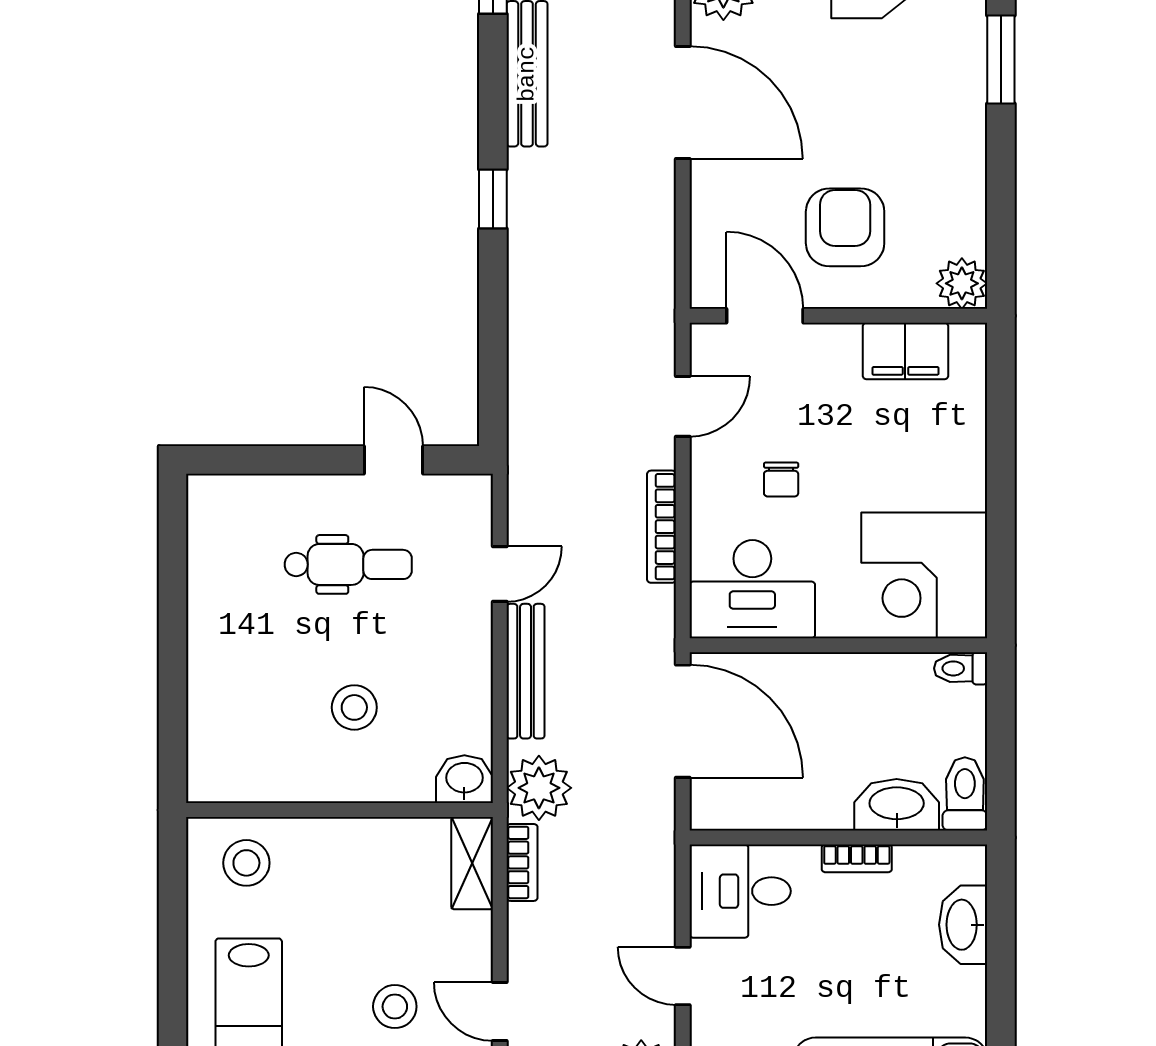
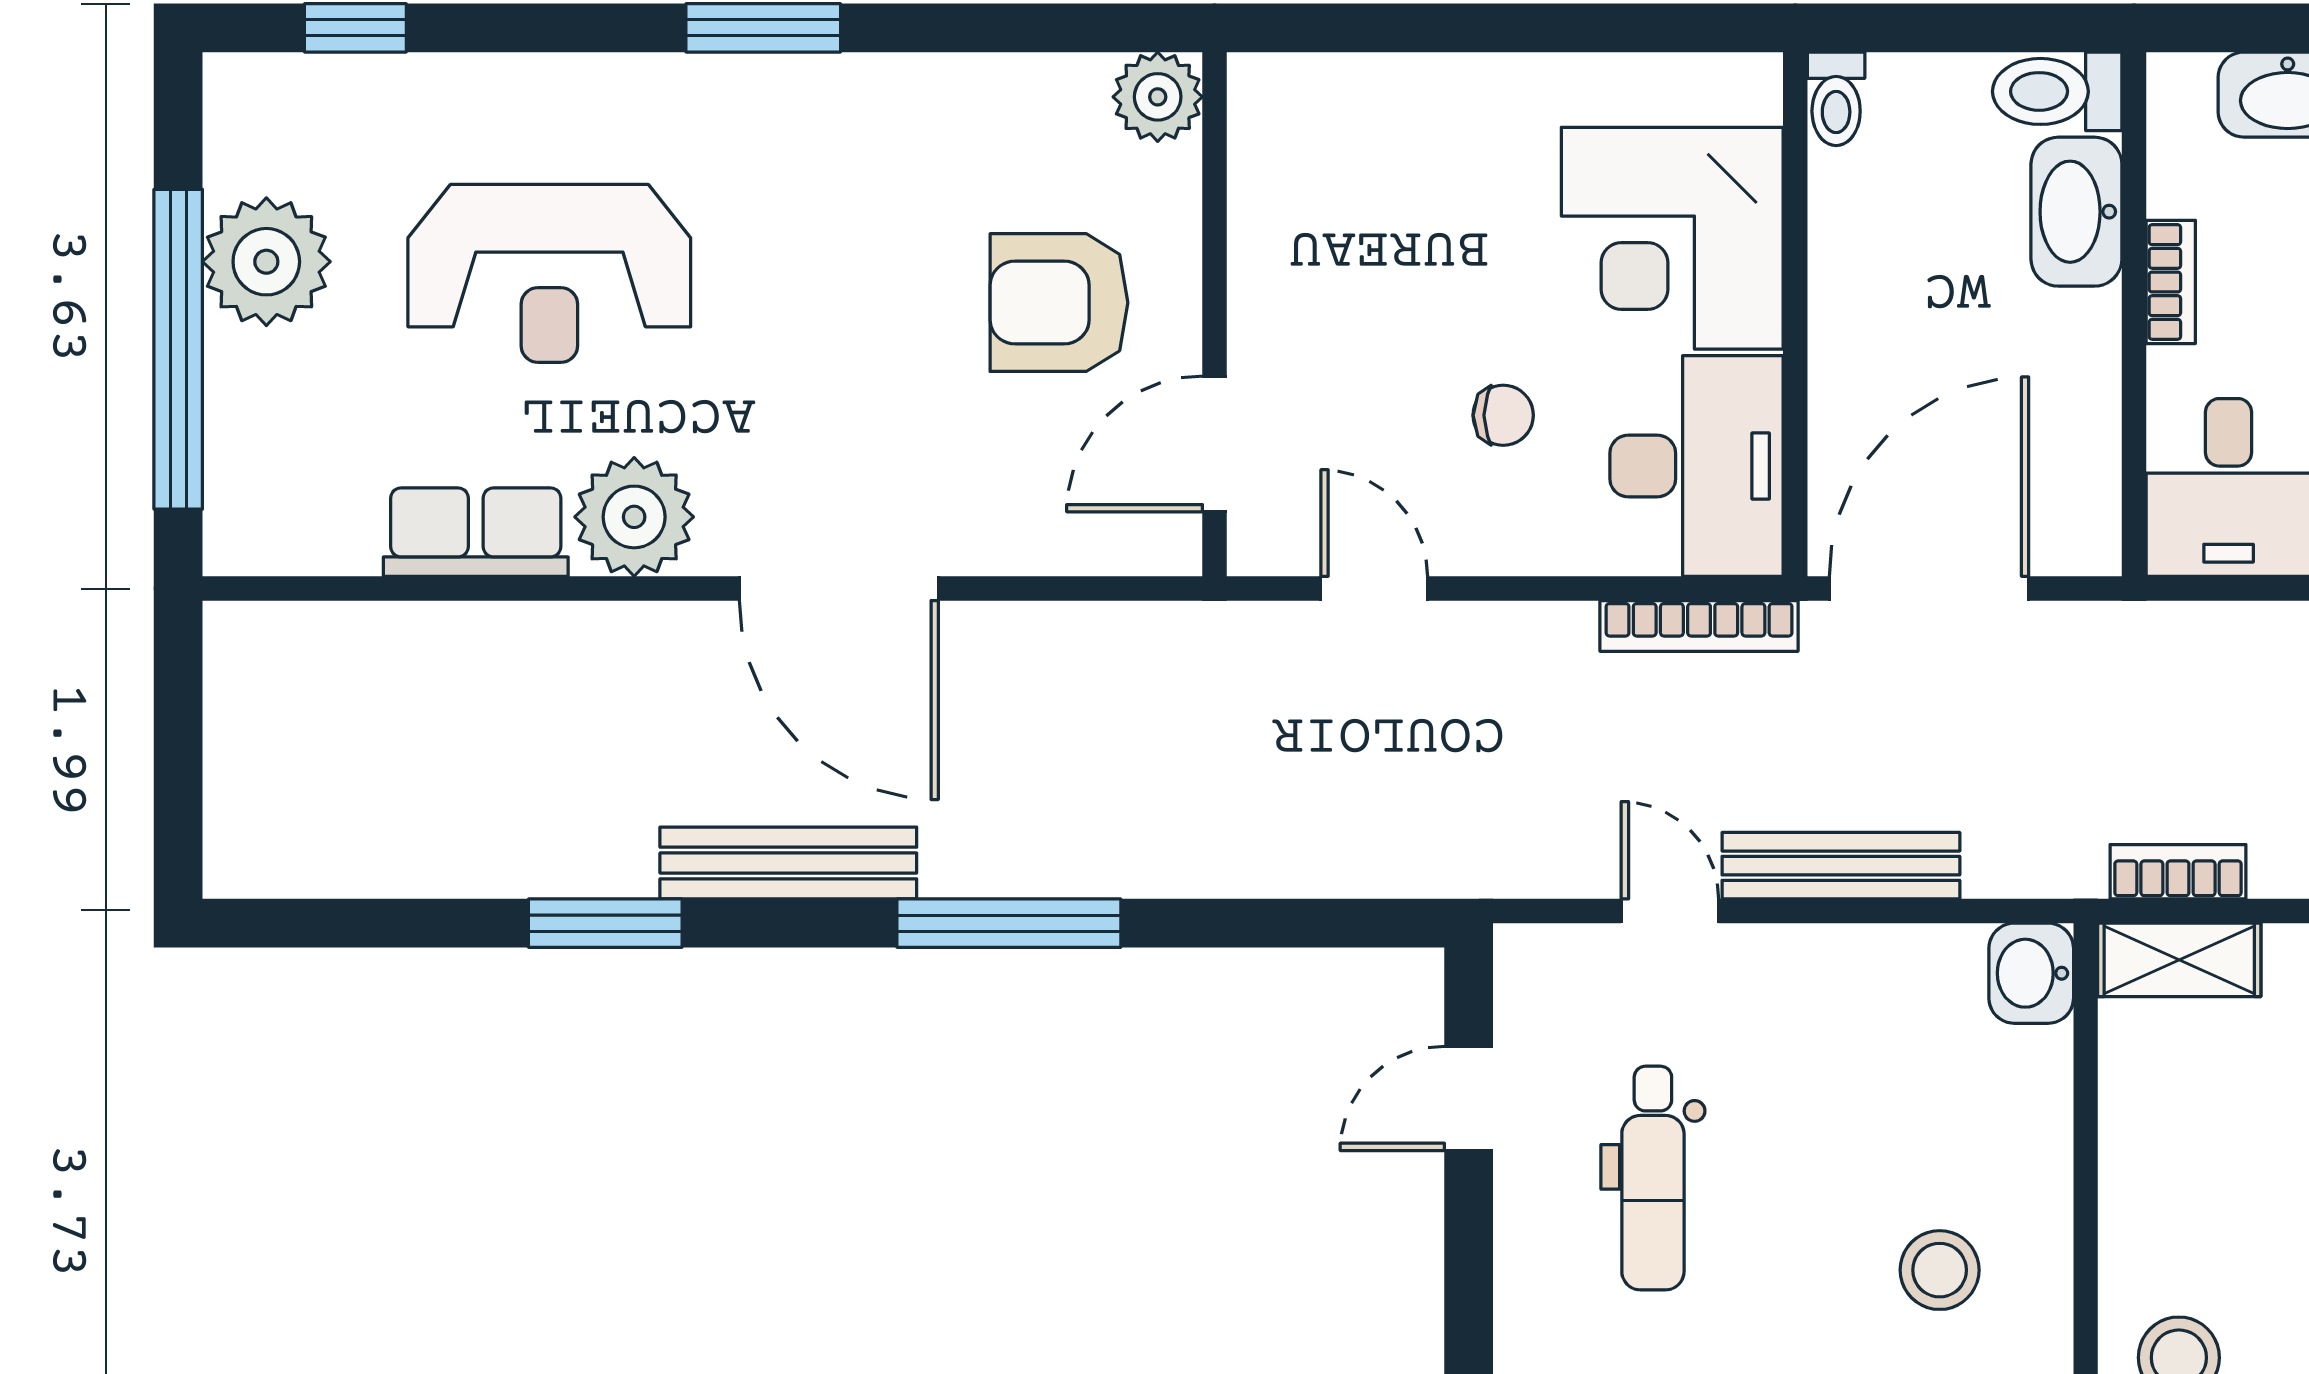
door: (683, 102) -> (839, 588), swing flipped
window: (493, 199) -> (1009, 923), width x2.17
filing cabinet: (905, 351) -> (1277, 196), removed
bookcase: (662, 527) -> (1699, 626), moved
dental chair: (348, 564) -> (1653, 1178), turned 180
corner desk: (924, 575) -> (1672, 238), moved, turned 90
stool: (354, 707) -> (1940, 1270), moved
plant: (539, 788) -> (2047, 842), removed

